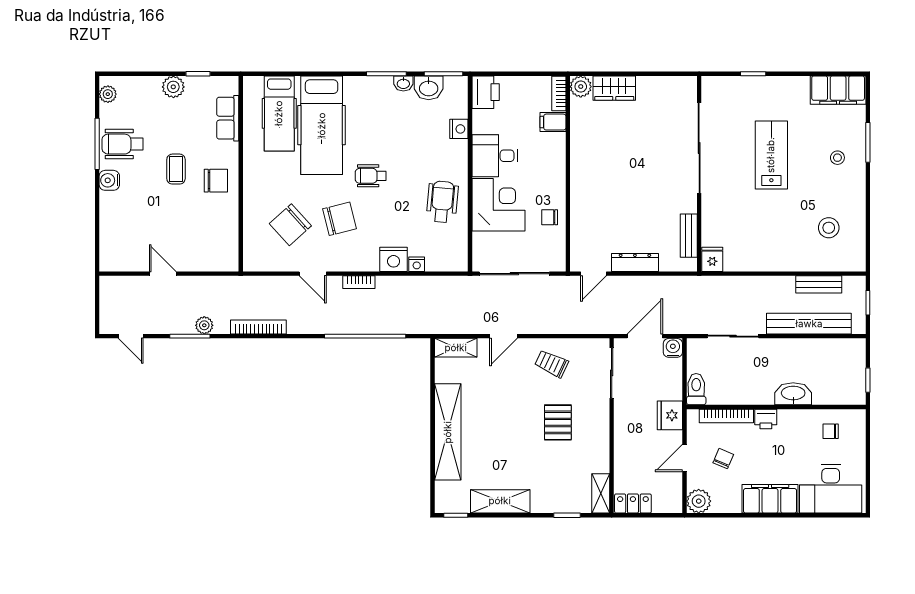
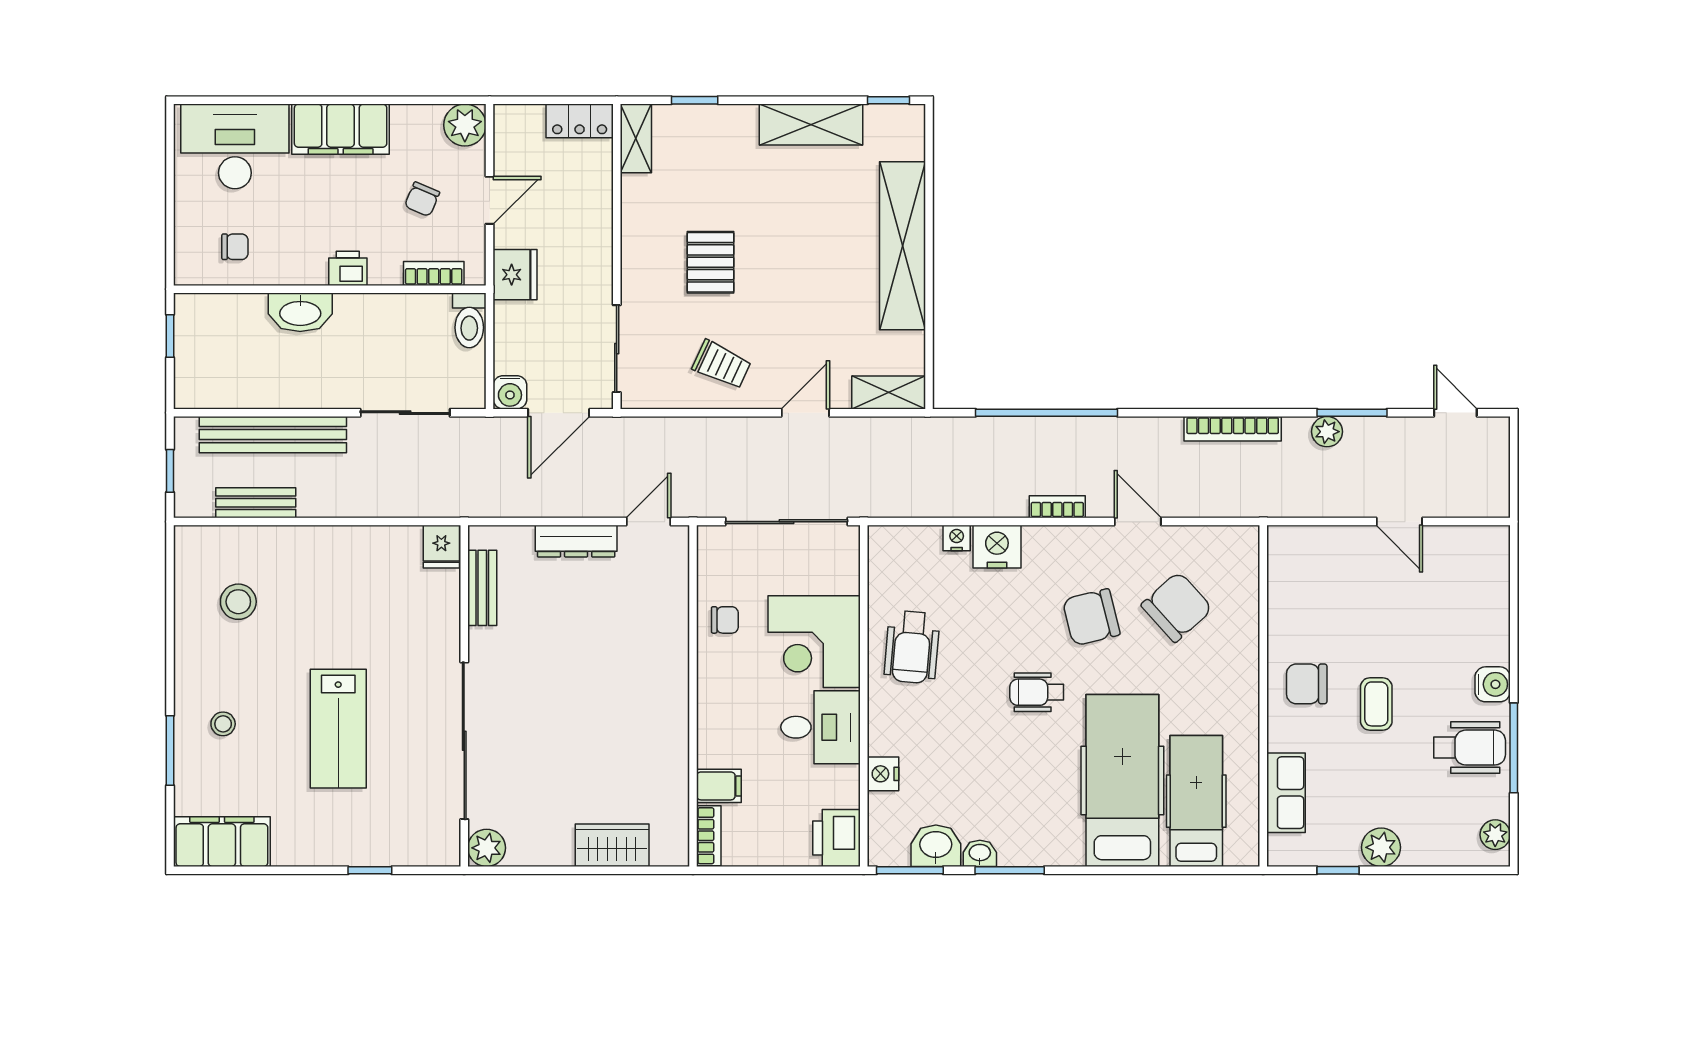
plant: (581, 87) -> (487, 848), moved
wheelchair: (371, 176) -> (1037, 692), turned 180
bookcase: (726, 416) -> (434, 273), width x0.64

